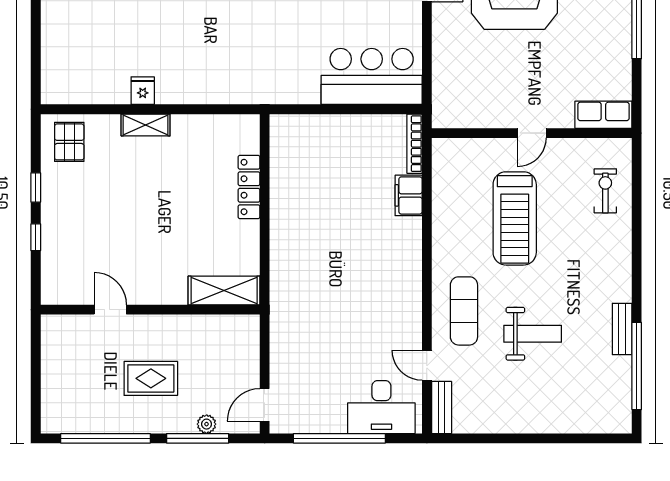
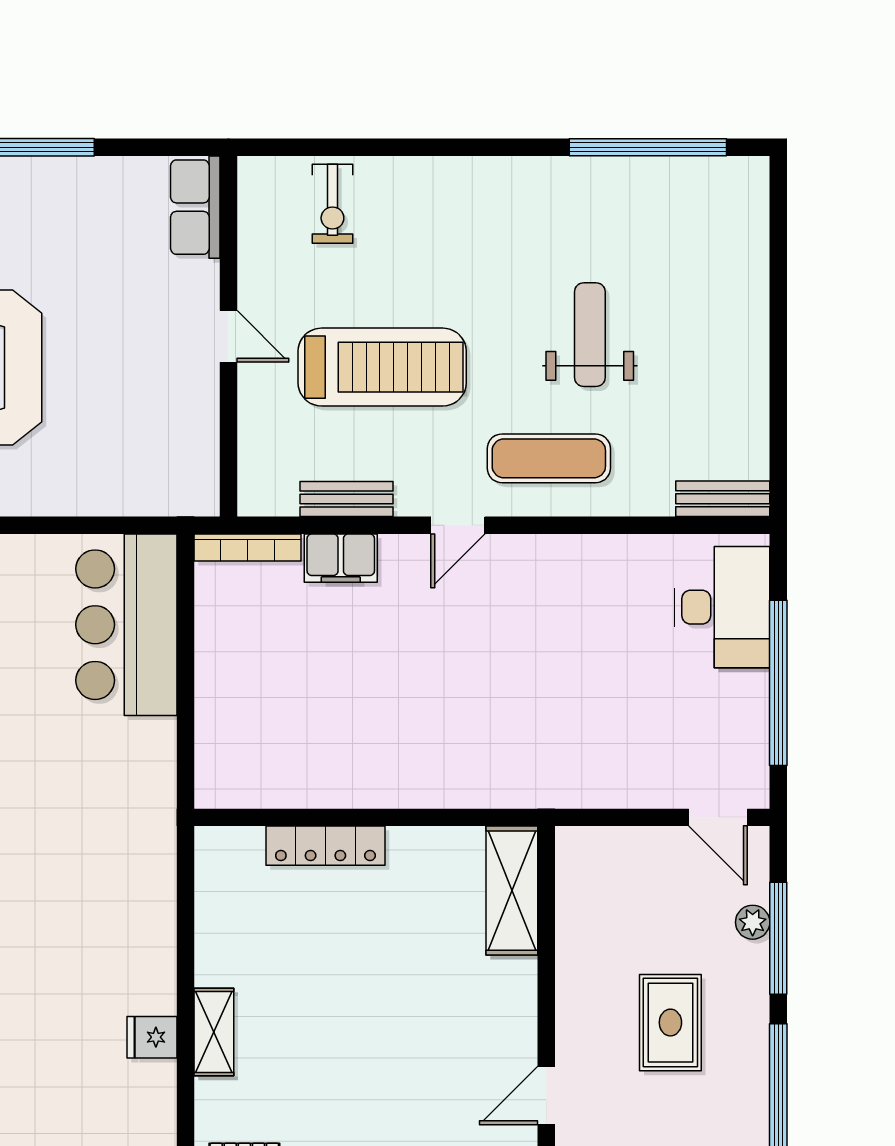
exercise bike: (605, 191) -> (332, 204), turned -90
bench: (622, 329) -> (346, 499), moved
door: (427, 365) -> (458, 525), moved

